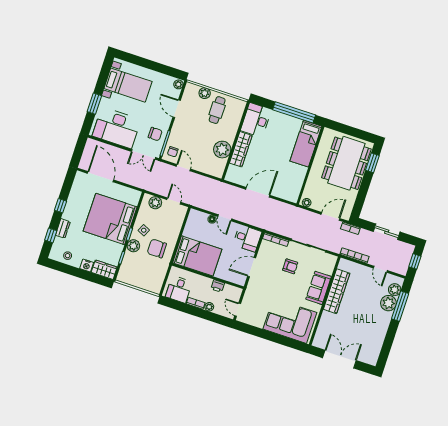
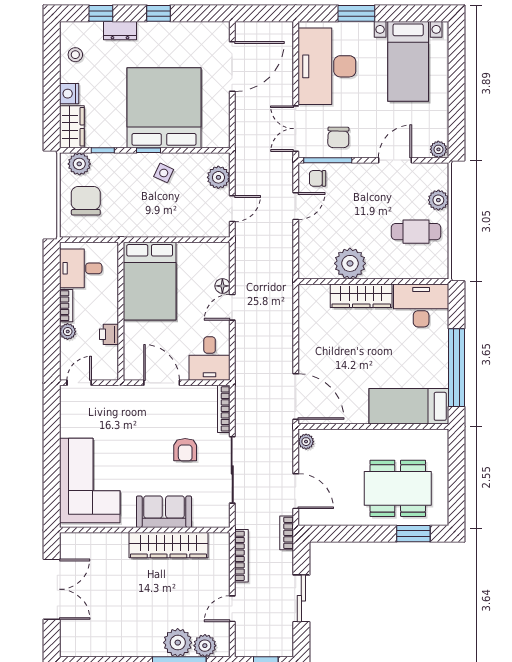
dining table: (346, 163) -> (398, 488), width x0.73, depth x0.80
door: (258, 192) -> (296, 397), moved
plant: (133, 246) -> (79, 164), moved
chair: (157, 248) -> (86, 201), moved

